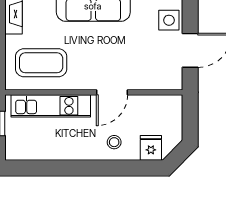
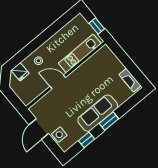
coffee table: (41, 63) -> (100, 69), removed
door: (112, 92) -> (58, 82), hinge flipped

